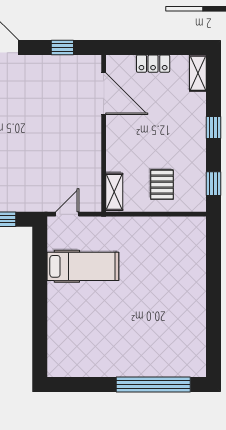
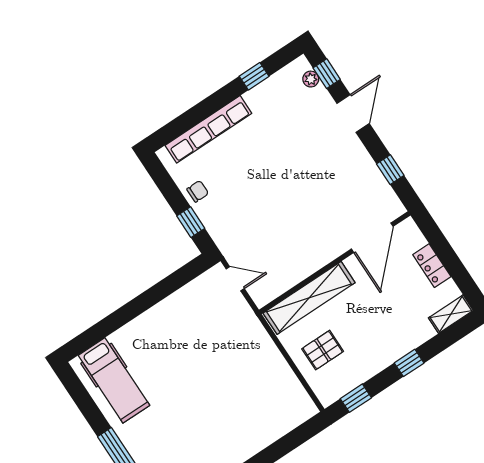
shelving: (114, 192) -> (309, 298), width x2.20, depth x1.33
hospital bed: (83, 266) -> (114, 380), moved

